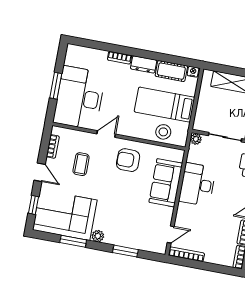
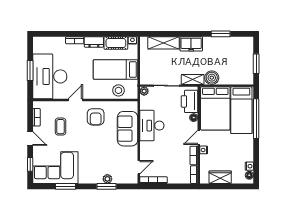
armchair: (128, 160) -> (96, 117), turned -90
plant: (98, 236) -> (107, 179), moved

